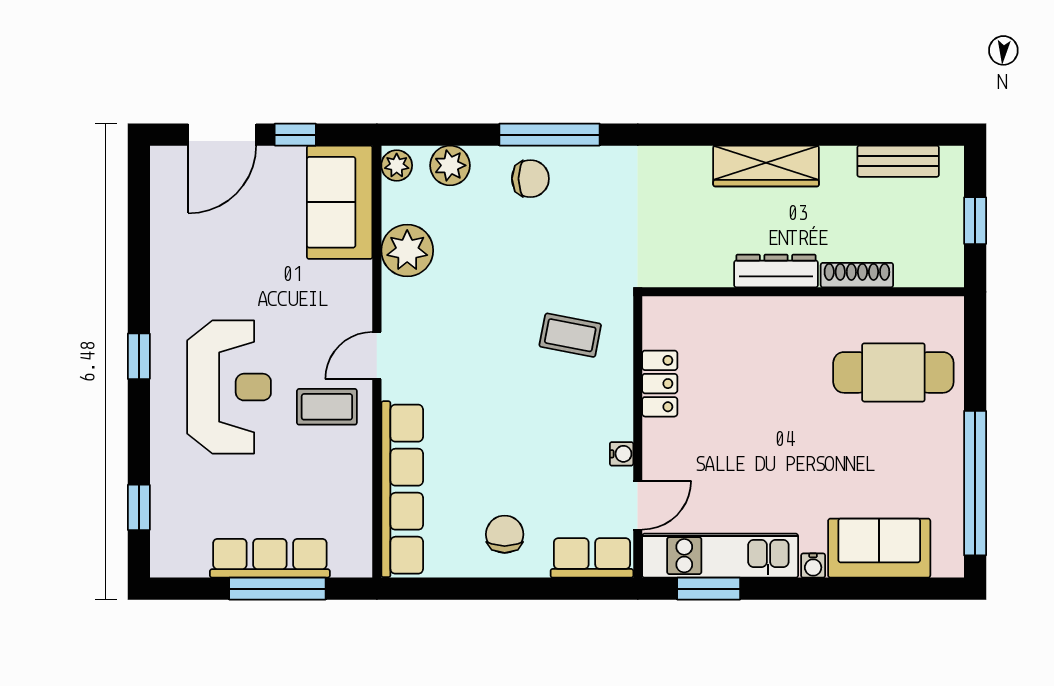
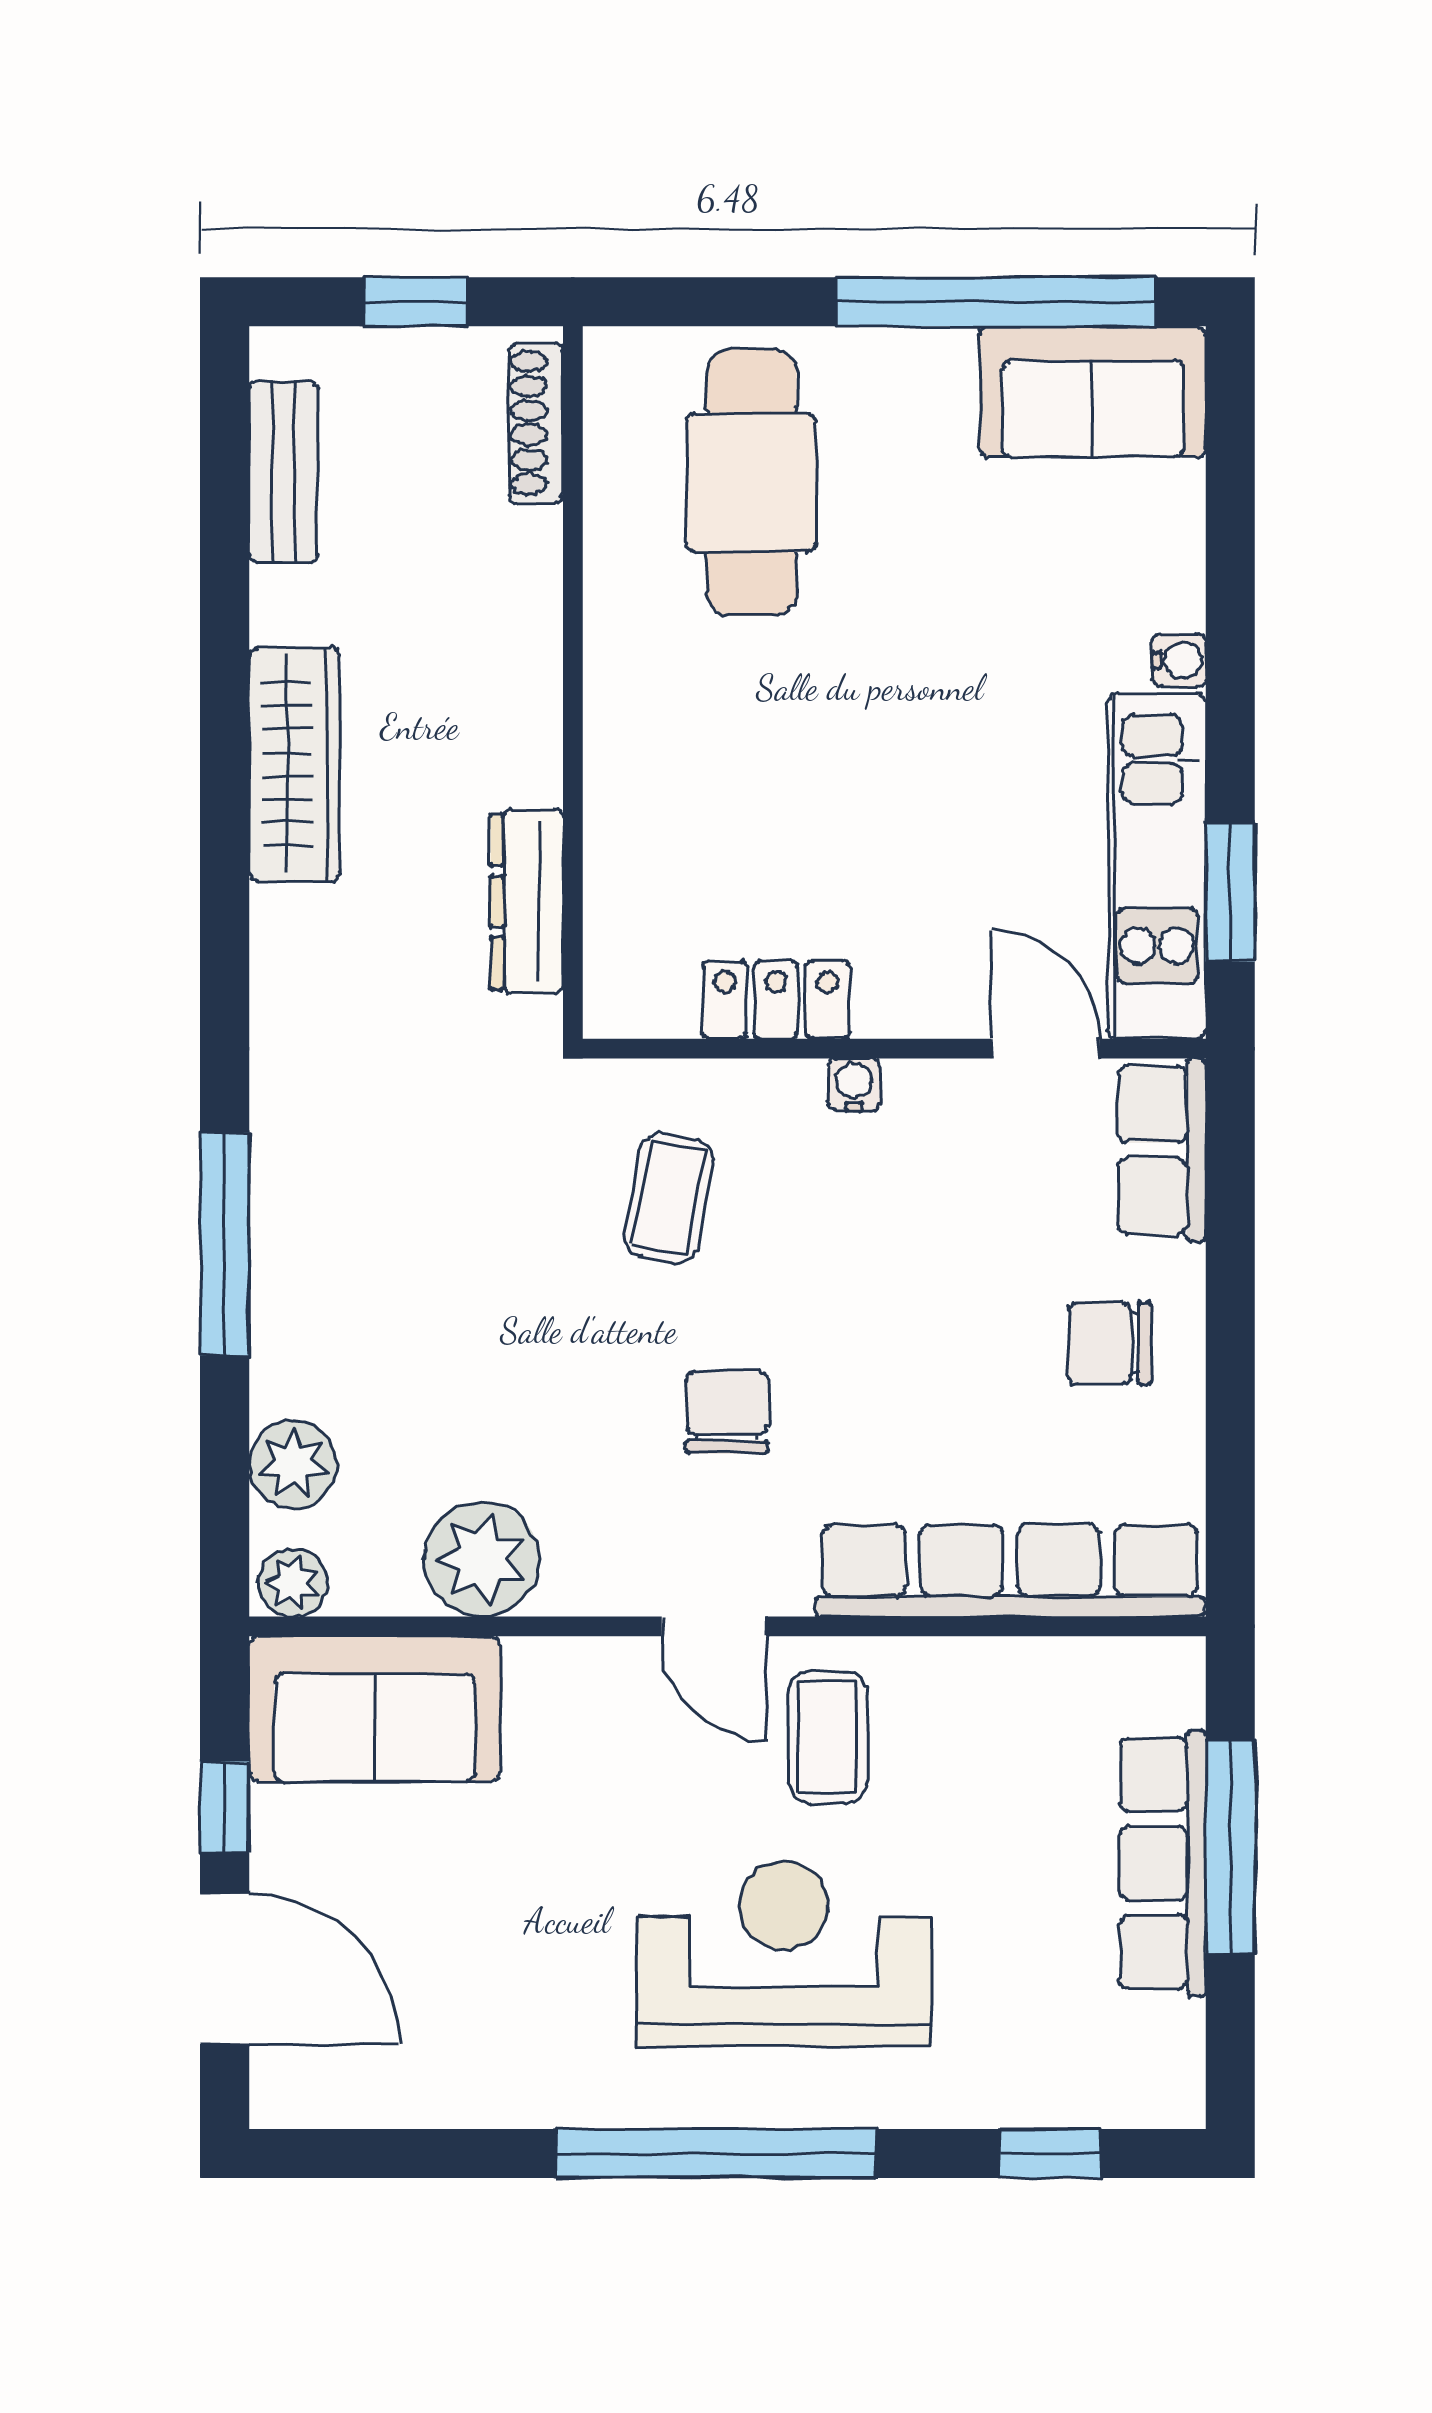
chair: (530, 179) -> (727, 1412), moved
dresser: (776, 271) -> (527, 901), moved
shoe rack: (857, 275) -> (536, 423), moved
window: (139, 356) -> (716, 2154), width x3.17
water cooler: (622, 454) -> (854, 1085), moved
sofa: (879, 548) -> (1093, 392), moved, turned -90

